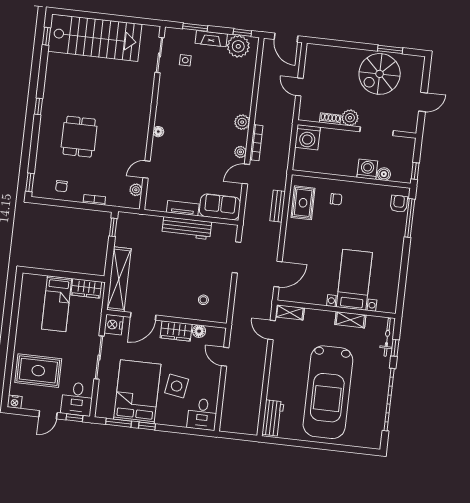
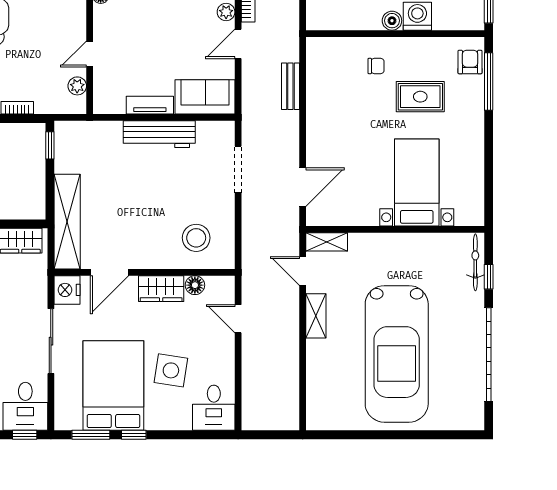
boiler: (384, 174) -> (392, 21), moved
rug: (303, 203) -> (420, 97), moved, turned 90
stool: (203, 300) -> (196, 238), width x1.89, depth x1.89
shelving: (350, 320) -> (316, 316), moved, turned 90
workbench: (273, 418) -> (319, 402), removed

